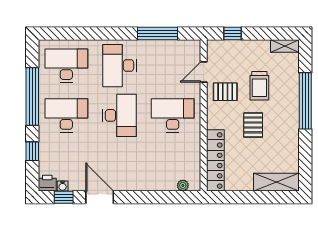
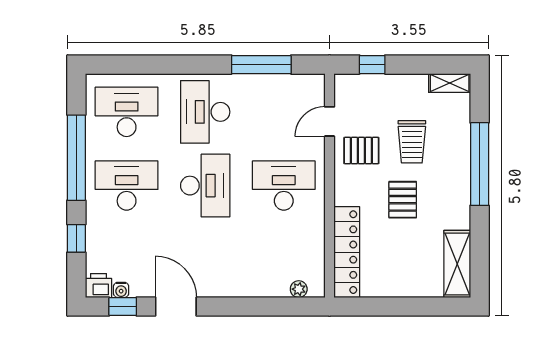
shelving: (276, 182) -> (457, 264), moved, turned 90

